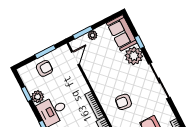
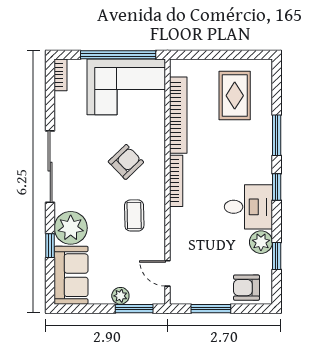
door: (75, 58) -> (167, 273), hinge flipped
armchair: (44, 68) -> (246, 288), moved
coffee table: (106, 78) -> (134, 215), added
armchair: (123, 102) -> (126, 162), turned -51

